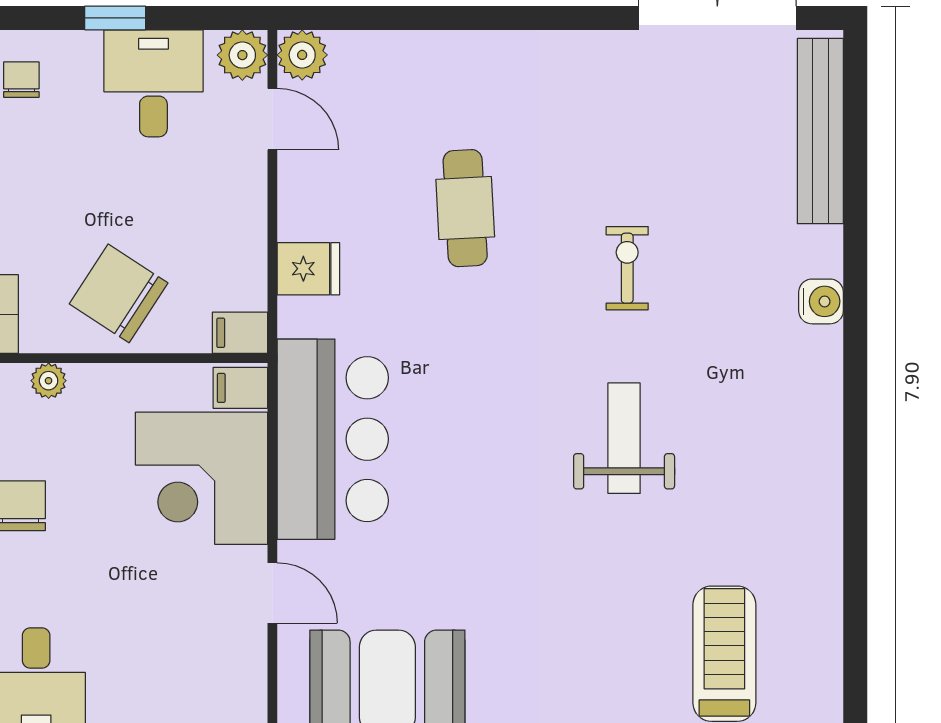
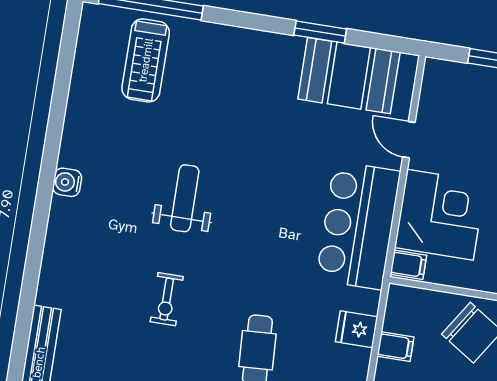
water cooler: (821, 301) -> (67, 182), moved
filing cabinet: (240, 333) -> (395, 347), moved
weight bench: (624, 438) -> (185, 198), turned 180

